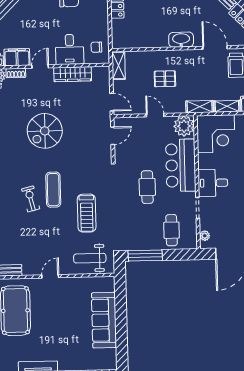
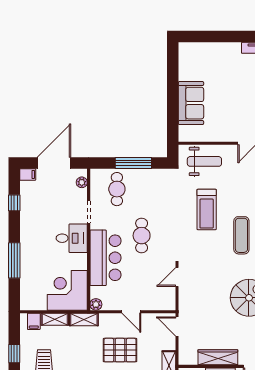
pallet: (165, 79) -> (120, 350), width x1.50, depth x1.42
plant: (184, 126) -> (96, 304), width x0.53, depth x0.53
door: (113, 136) -> (177, 277), moved
treadmill: (87, 213) -> (207, 209), turned 180
window: (145, 255) -> (133, 163), moved
sofa: (104, 320) -> (191, 103), width x0.73

